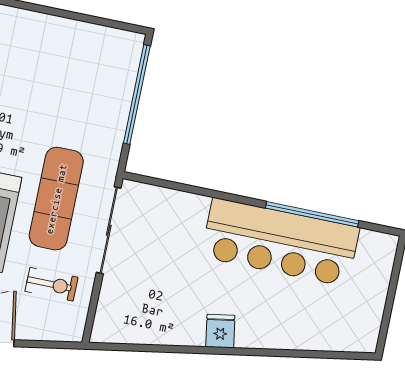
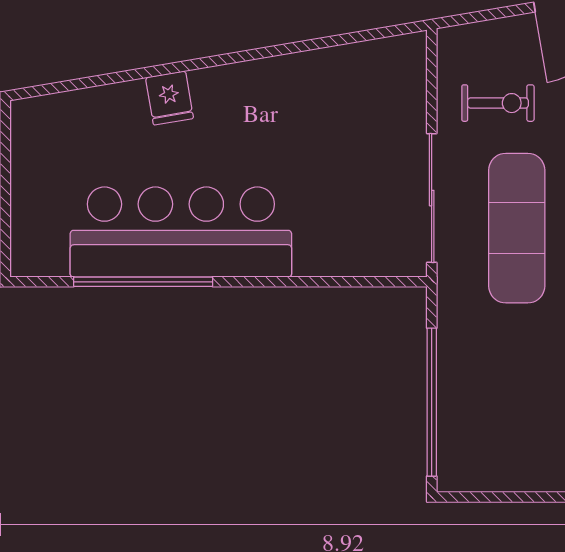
exercise bike: (52, 284) -> (498, 103), turned 180
fridge: (220, 331) -> (169, 98), moved

